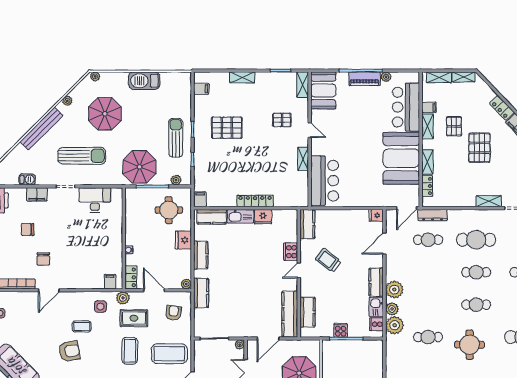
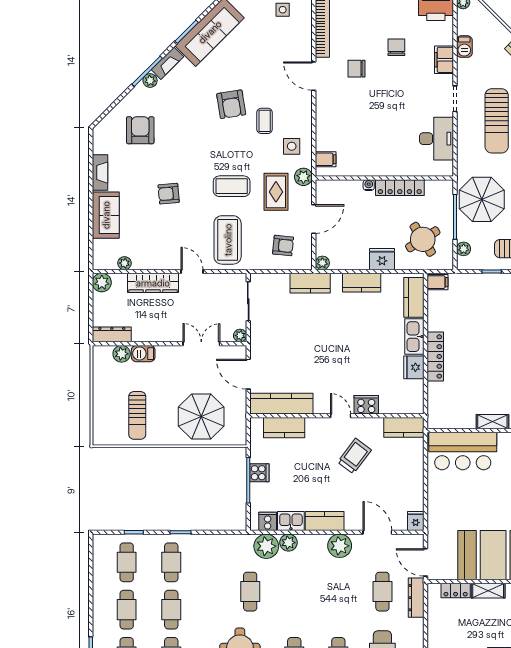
round table: (169, 210) -> (423, 239), turned -32
locker: (131, 277) -> (400, 188), moved, width x1.53
plant: (394, 290) -> (340, 546), moved

